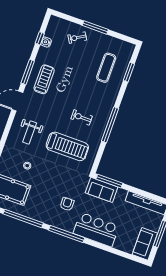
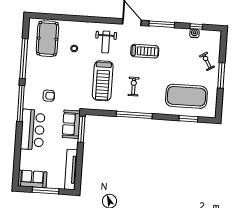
exercise mat: (106, 68) -> (186, 96), width x2.00, depth x1.45
treadmill: (44, 79) -> (145, 51), moved
weight bench: (30, 133) -> (106, 42), turned -90

